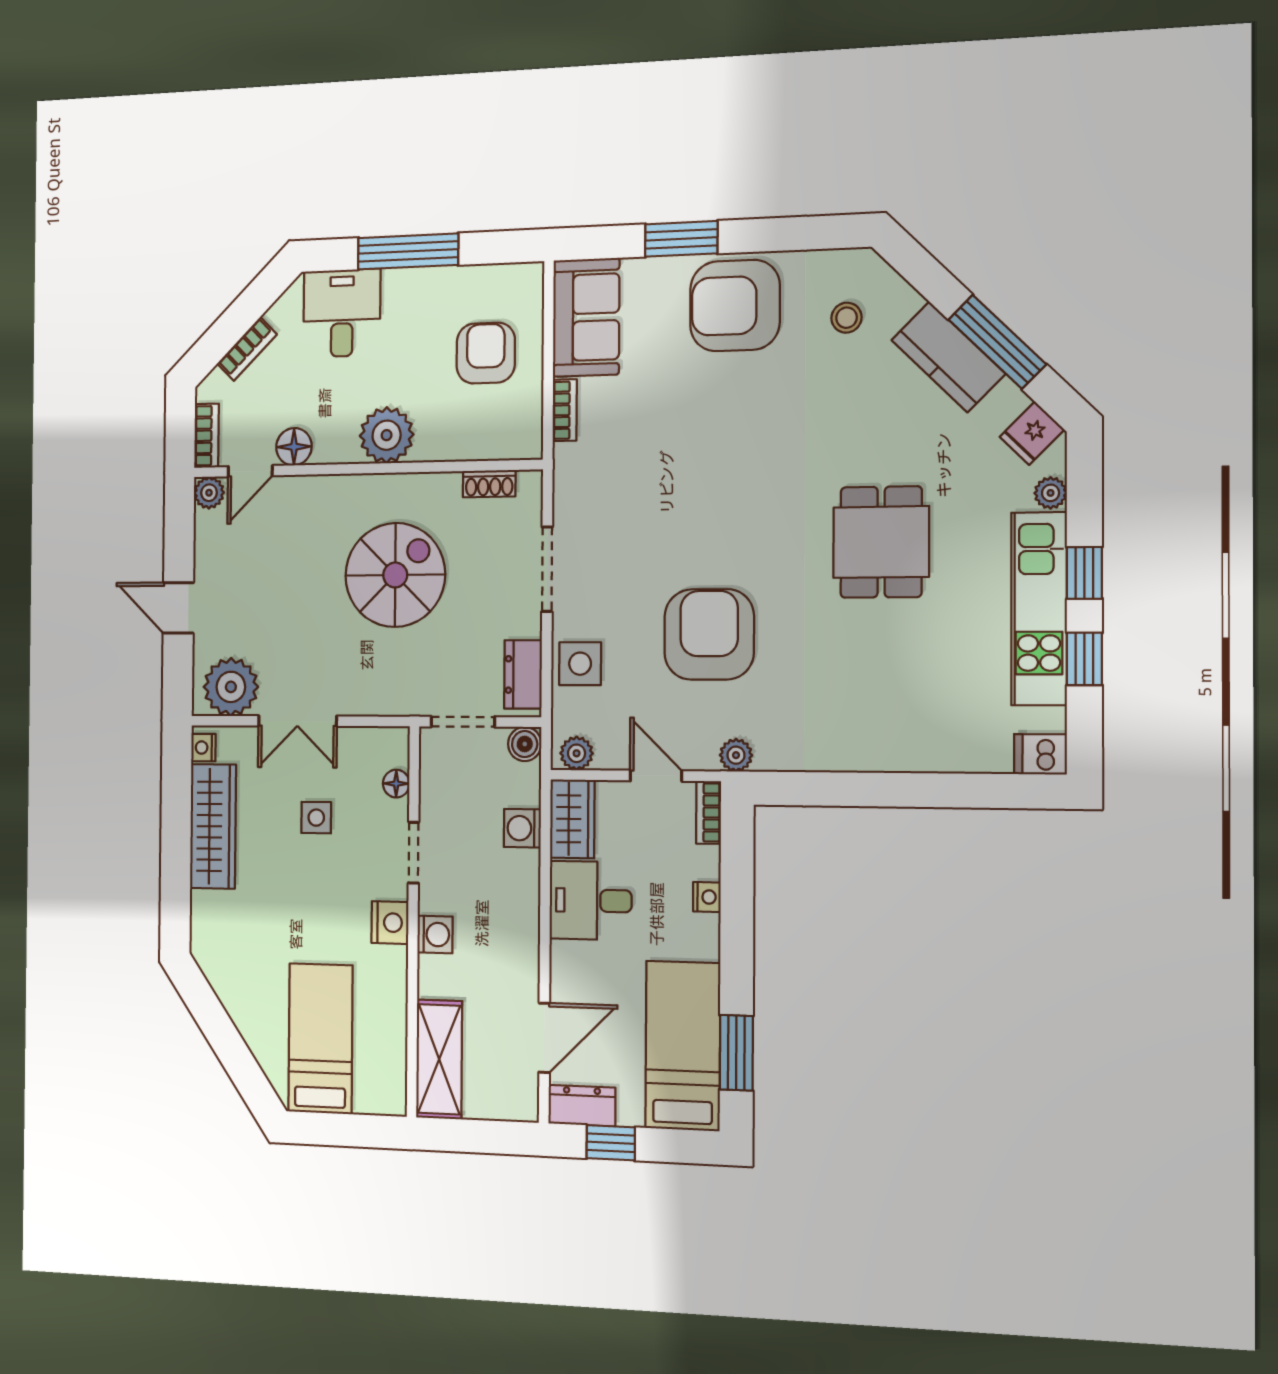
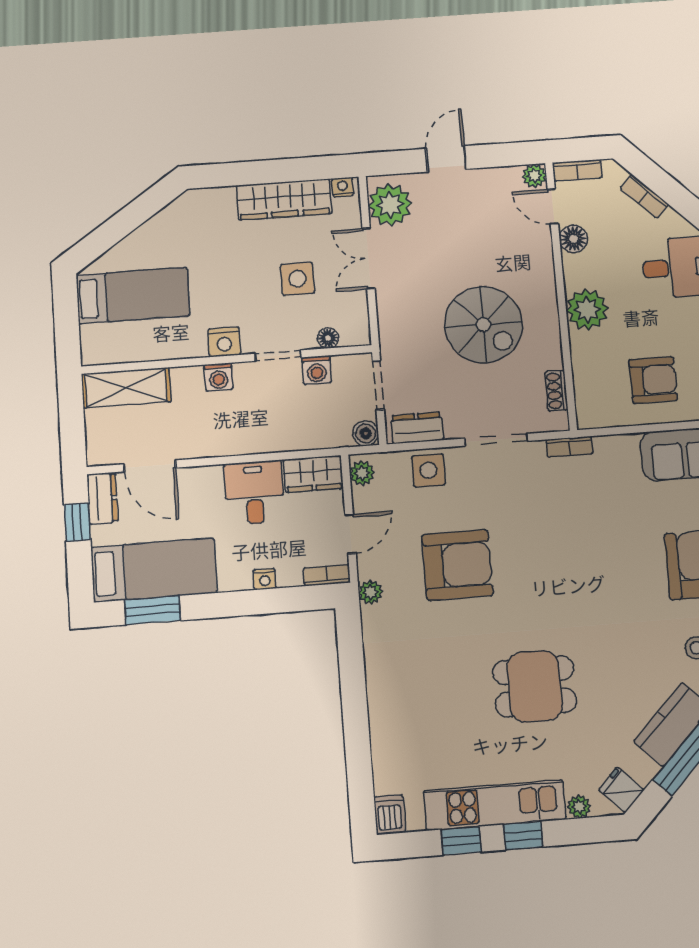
bookcase: (565, 410) -> (569, 447), moved
side table: (316, 818) -> (298, 279), width x1.37, depth x1.37
washing machine: (522, 828) -> (317, 370), moved, turned 180

